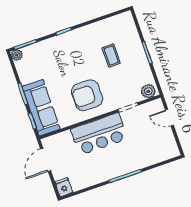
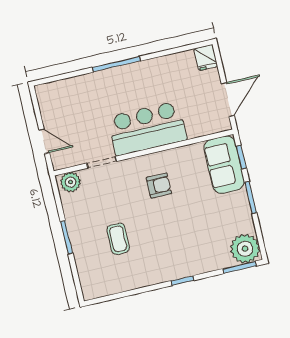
plant: (17, 55) -> (245, 249), width x1.87, depth x1.87
armchair: (87, 95) -> (159, 186), width x0.53, depth x0.53
sofa: (41, 108) -> (224, 165), width x0.73

